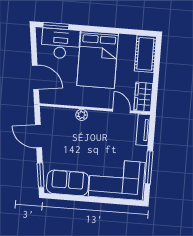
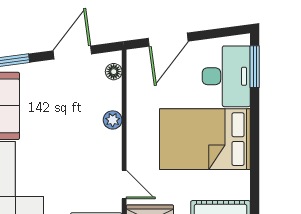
door: (121, 111) -> (124, 185), hinge flipped
floor lamp: (52, 112) -> (114, 72), added

